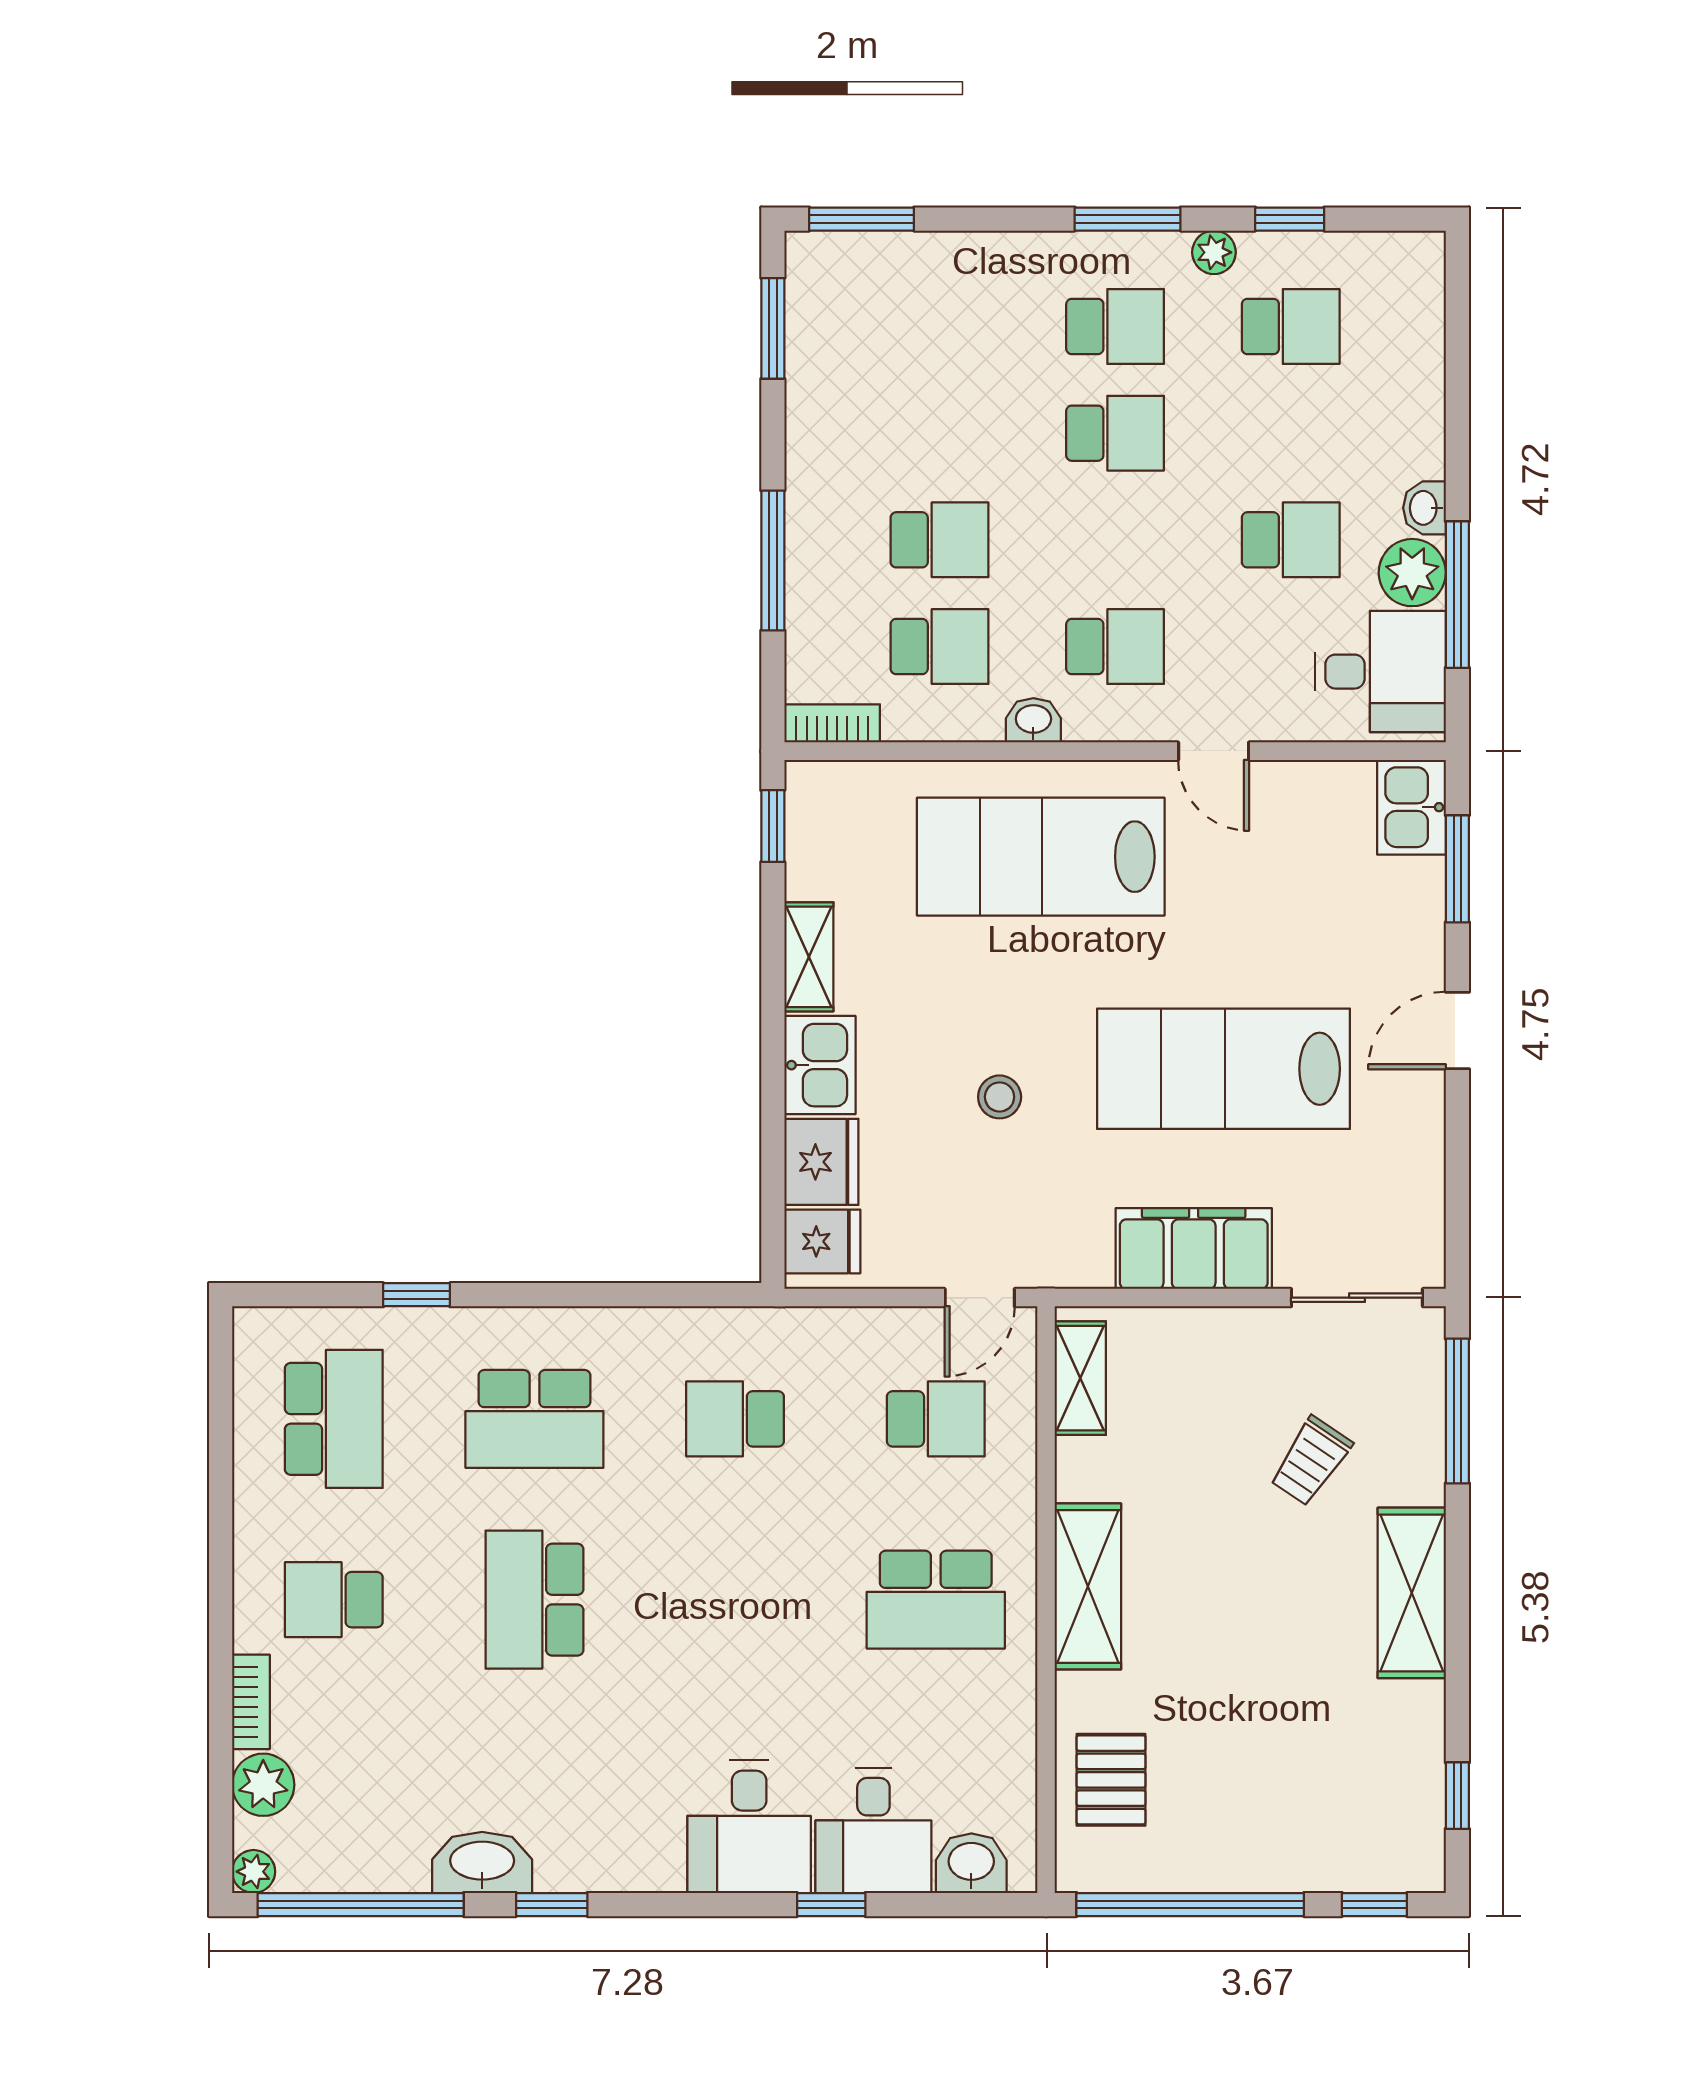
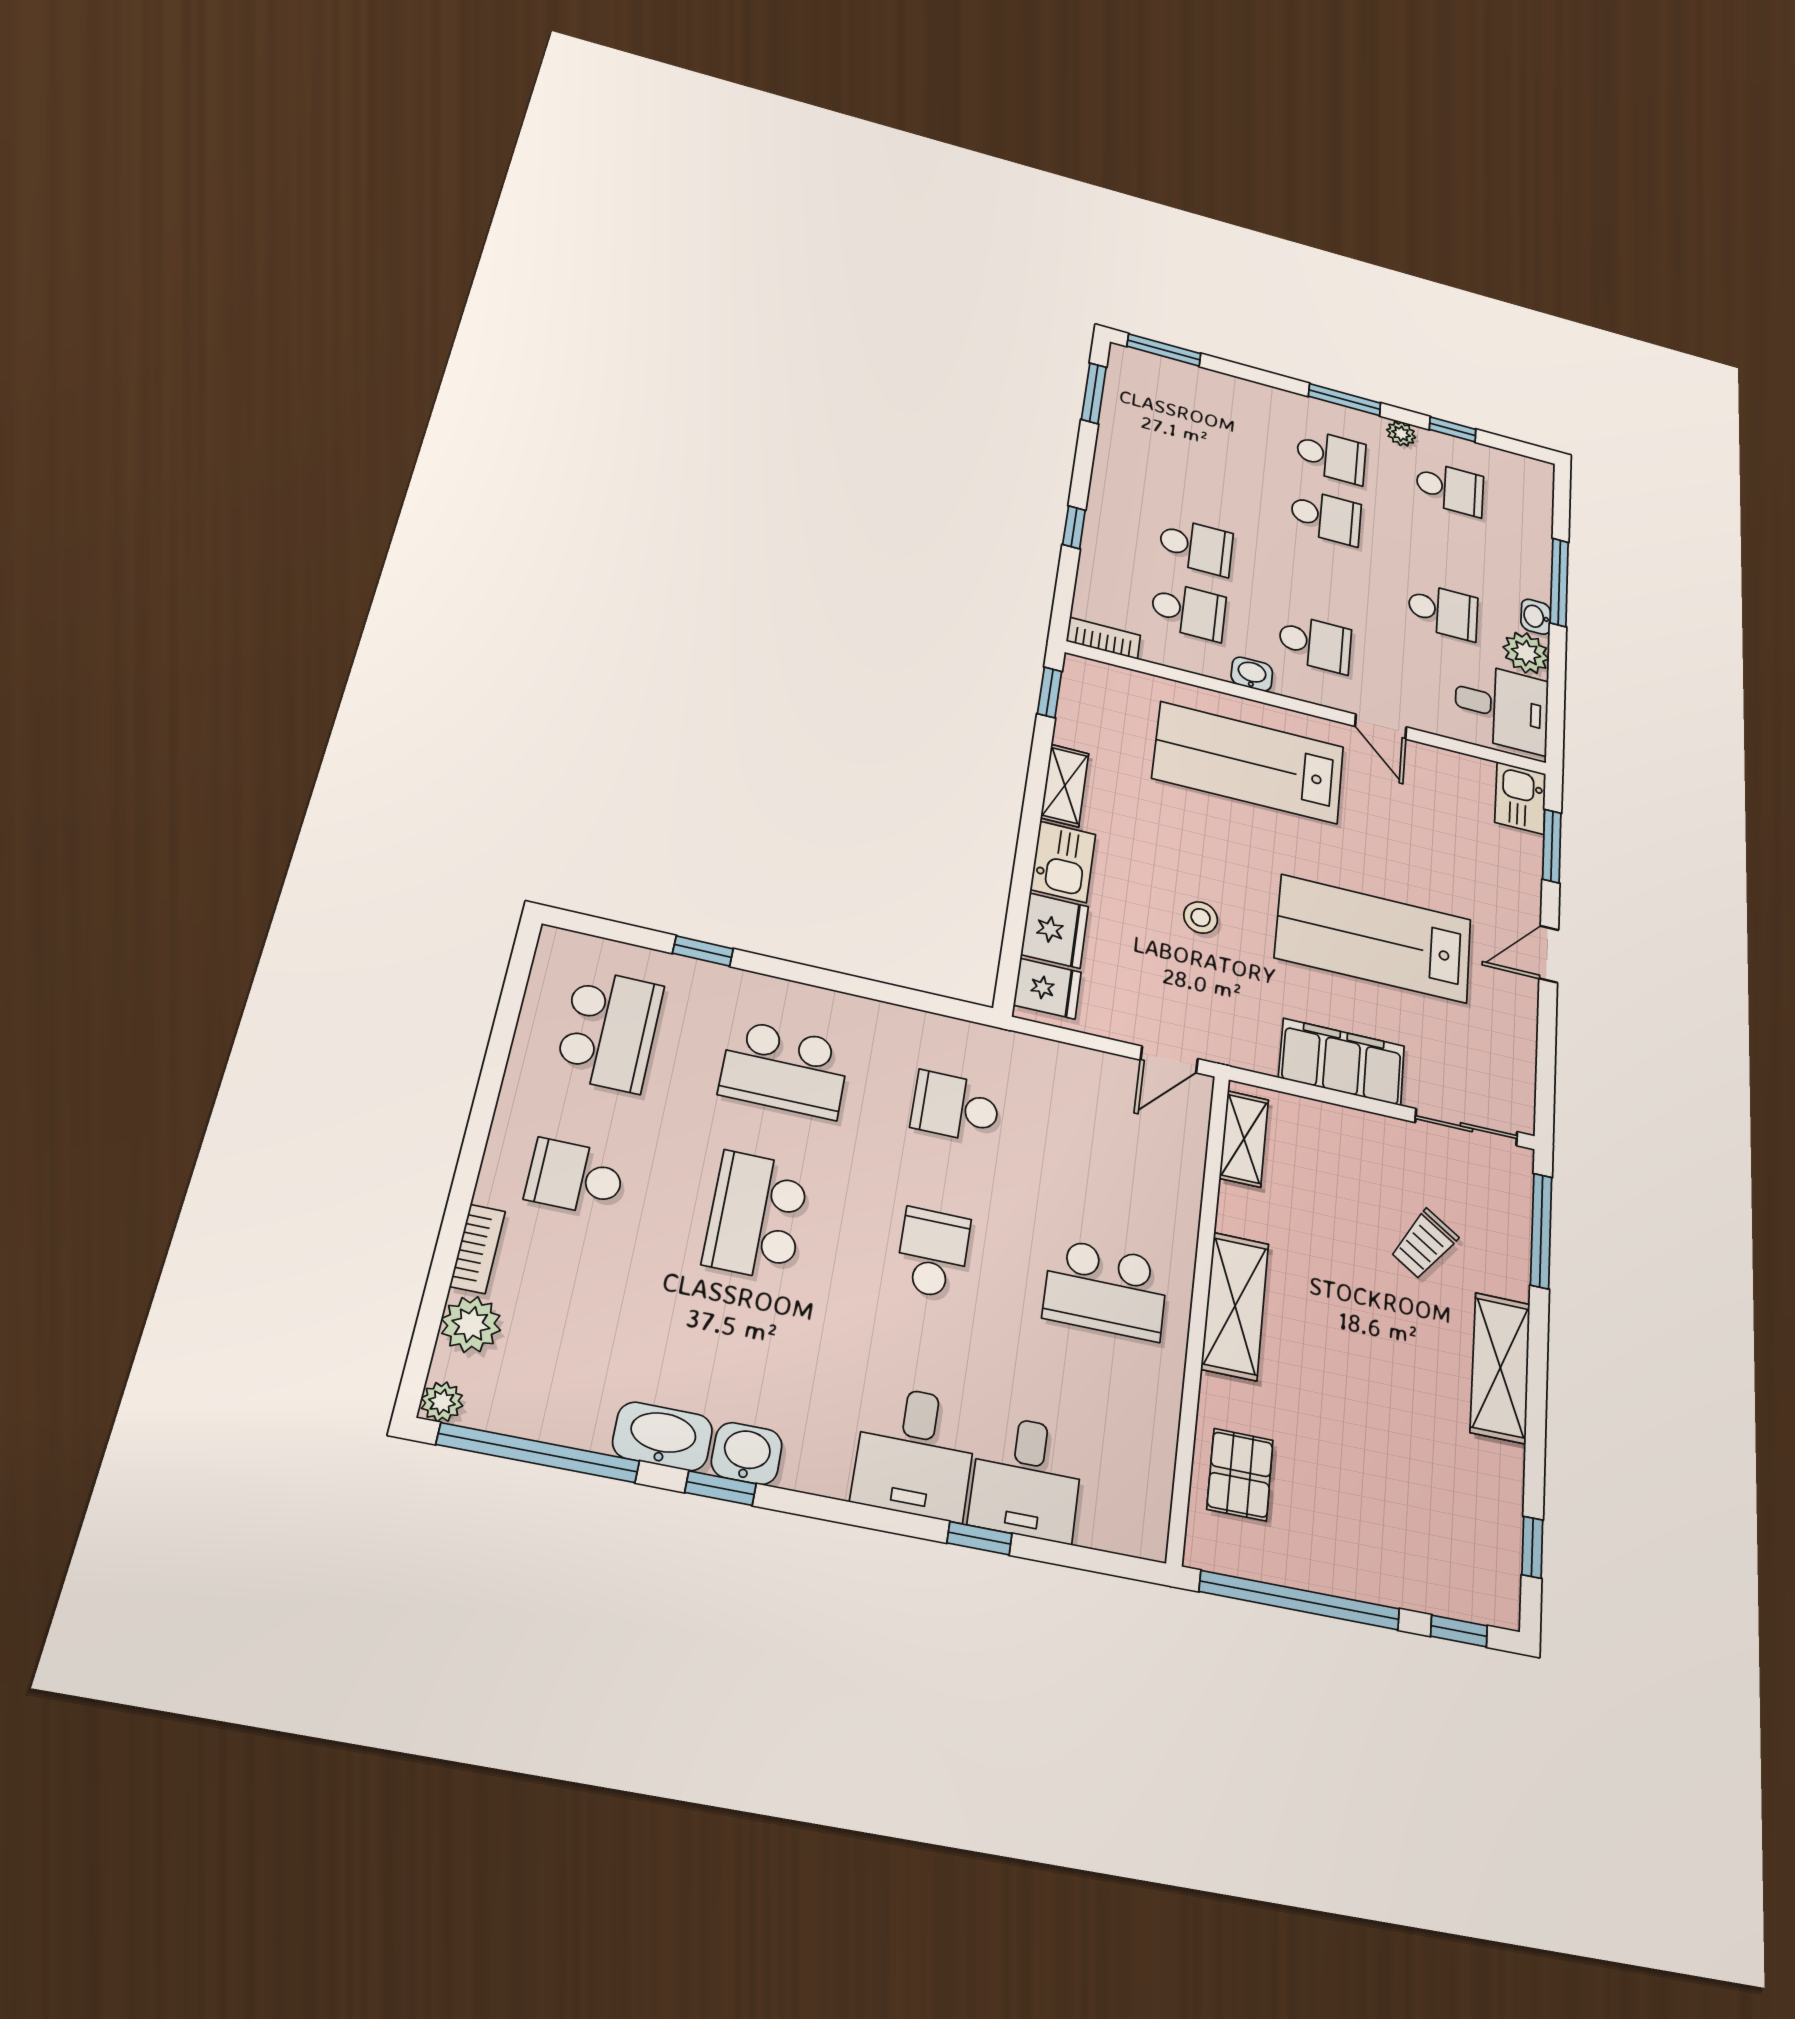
window: (773, 560) -> (1074, 527), width x0.46
window: (1457, 595) -> (1559, 582), moved
school desk: (936, 1419) -> (933, 1253), moved, turned -90
washbasin: (971, 1863) -> (747, 1454), moved

